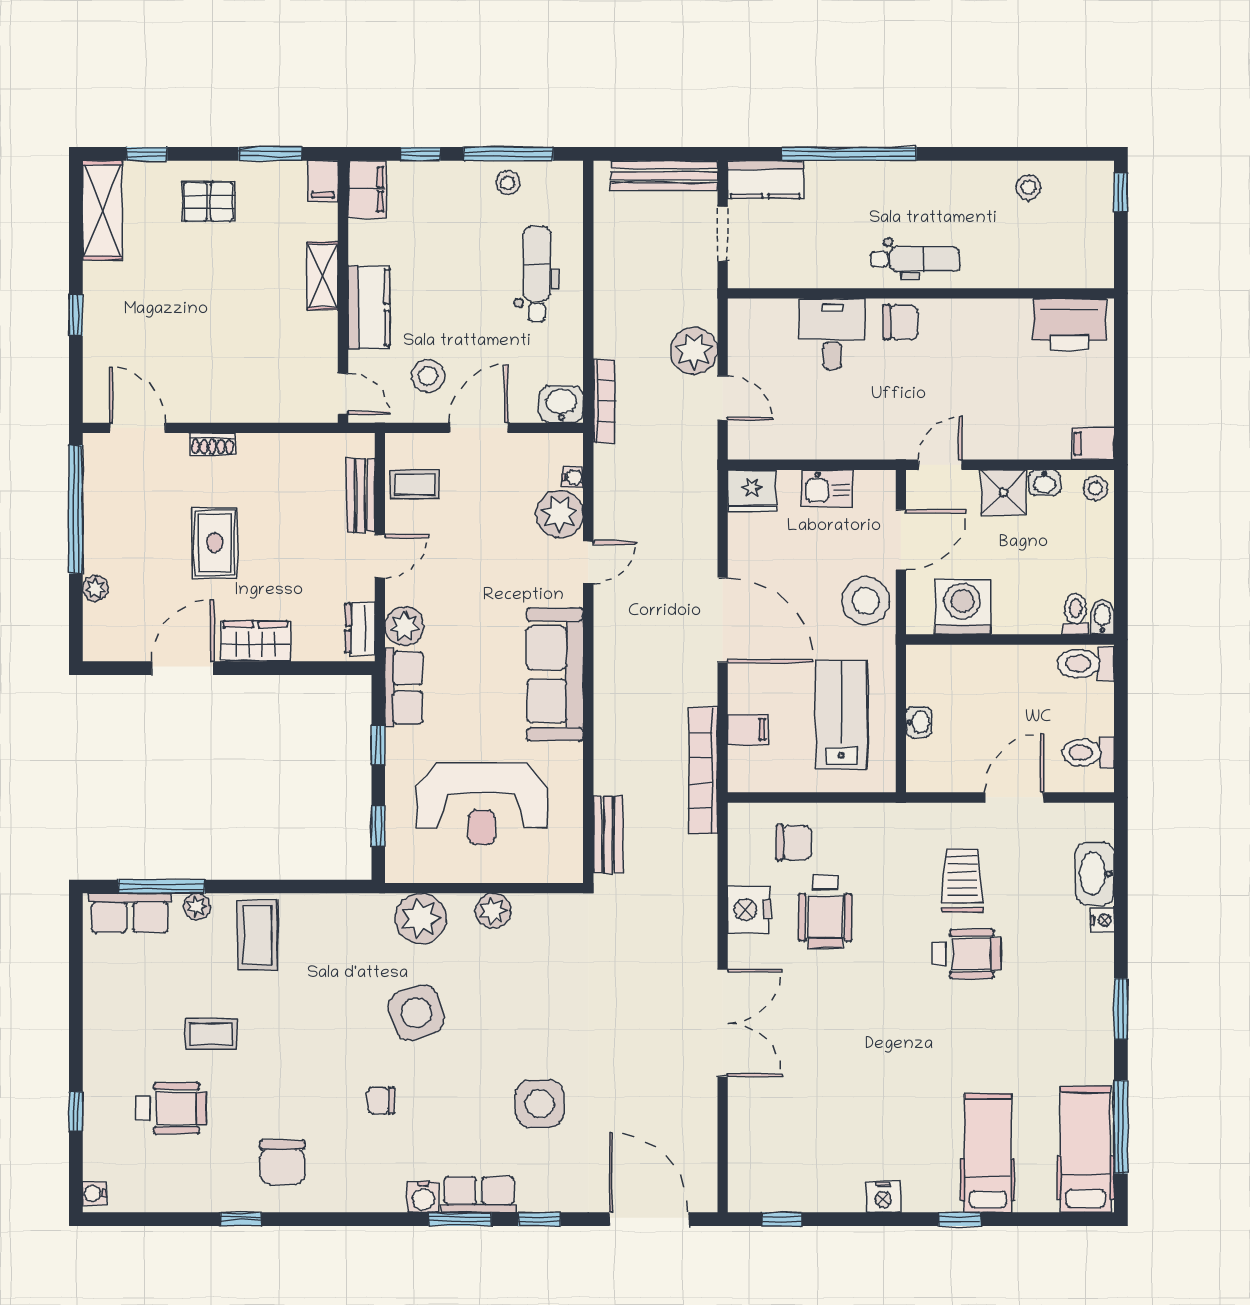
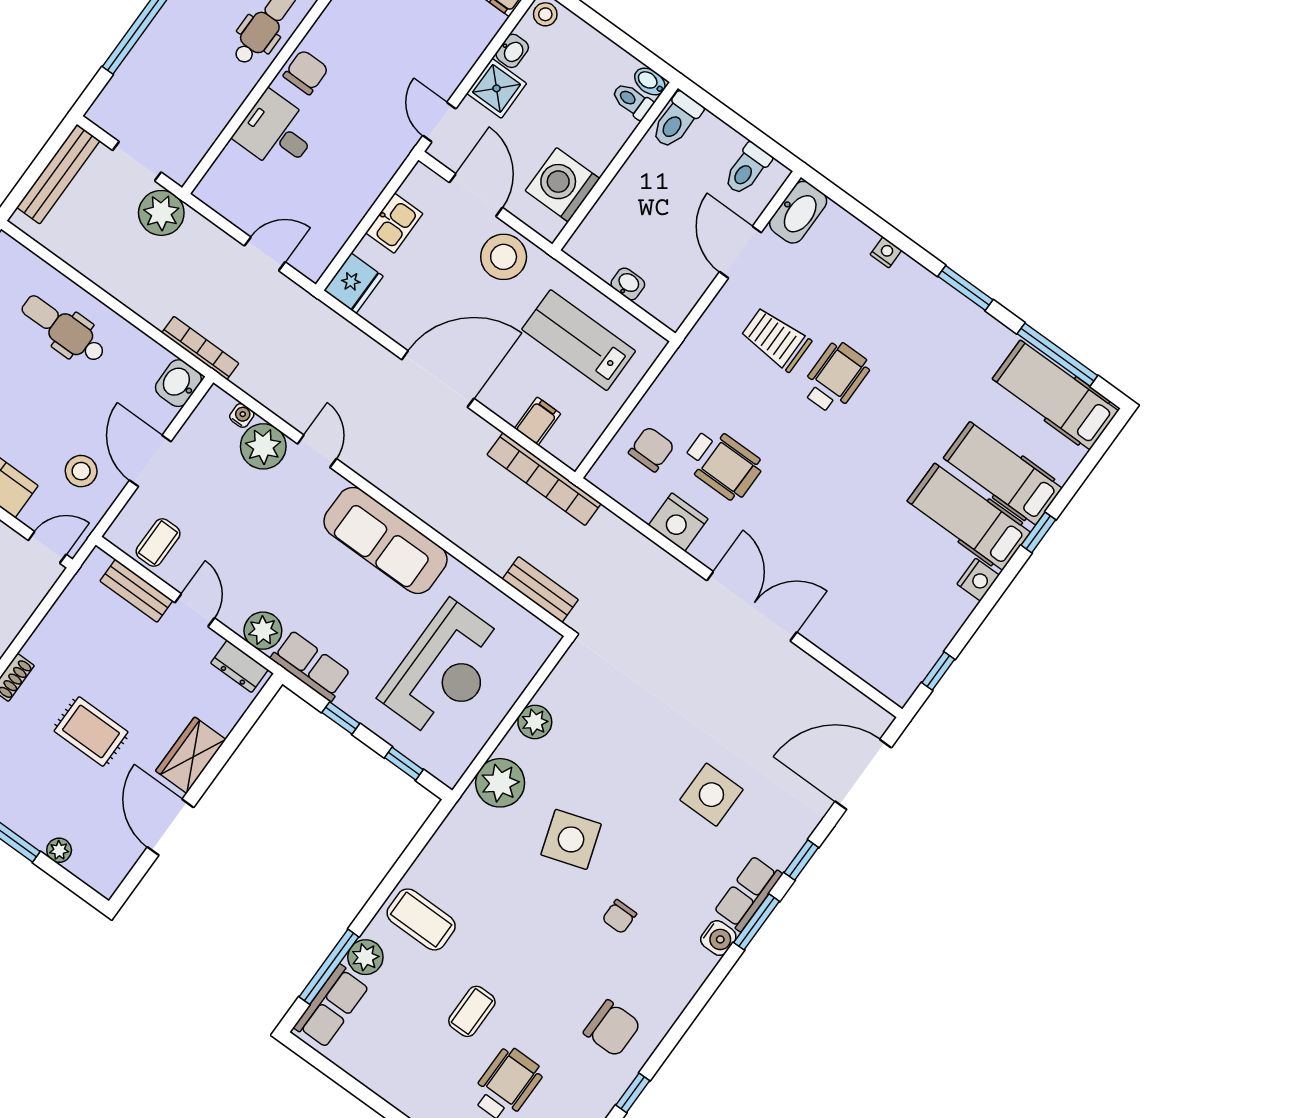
kitchen counter: (765, 179) -> (118, 97), removed
plant: (694, 351) -> (161, 213), moved
washbasin: (1095, 874) -> (798, 212), moved, turned -90
plant: (197, 906) -> (365, 957), width x1.38, depth x1.38
hospital bed: (930, 1151) -> (969, 517), added

